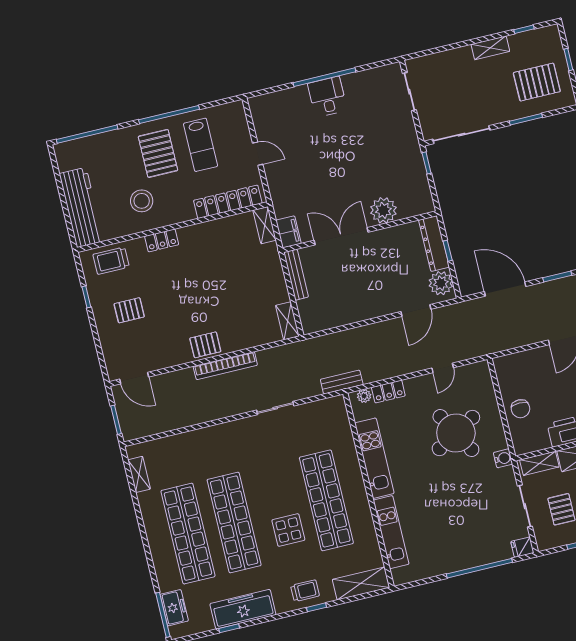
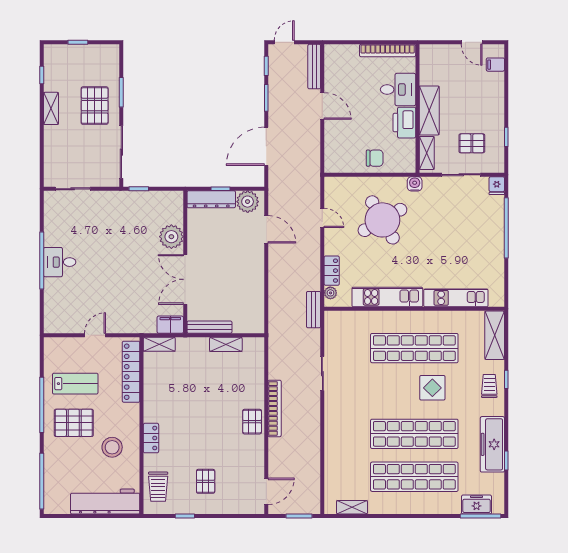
pallet: (537, 82) -> (95, 106), moved
shelving: (287, 321) -> (226, 344), moved

